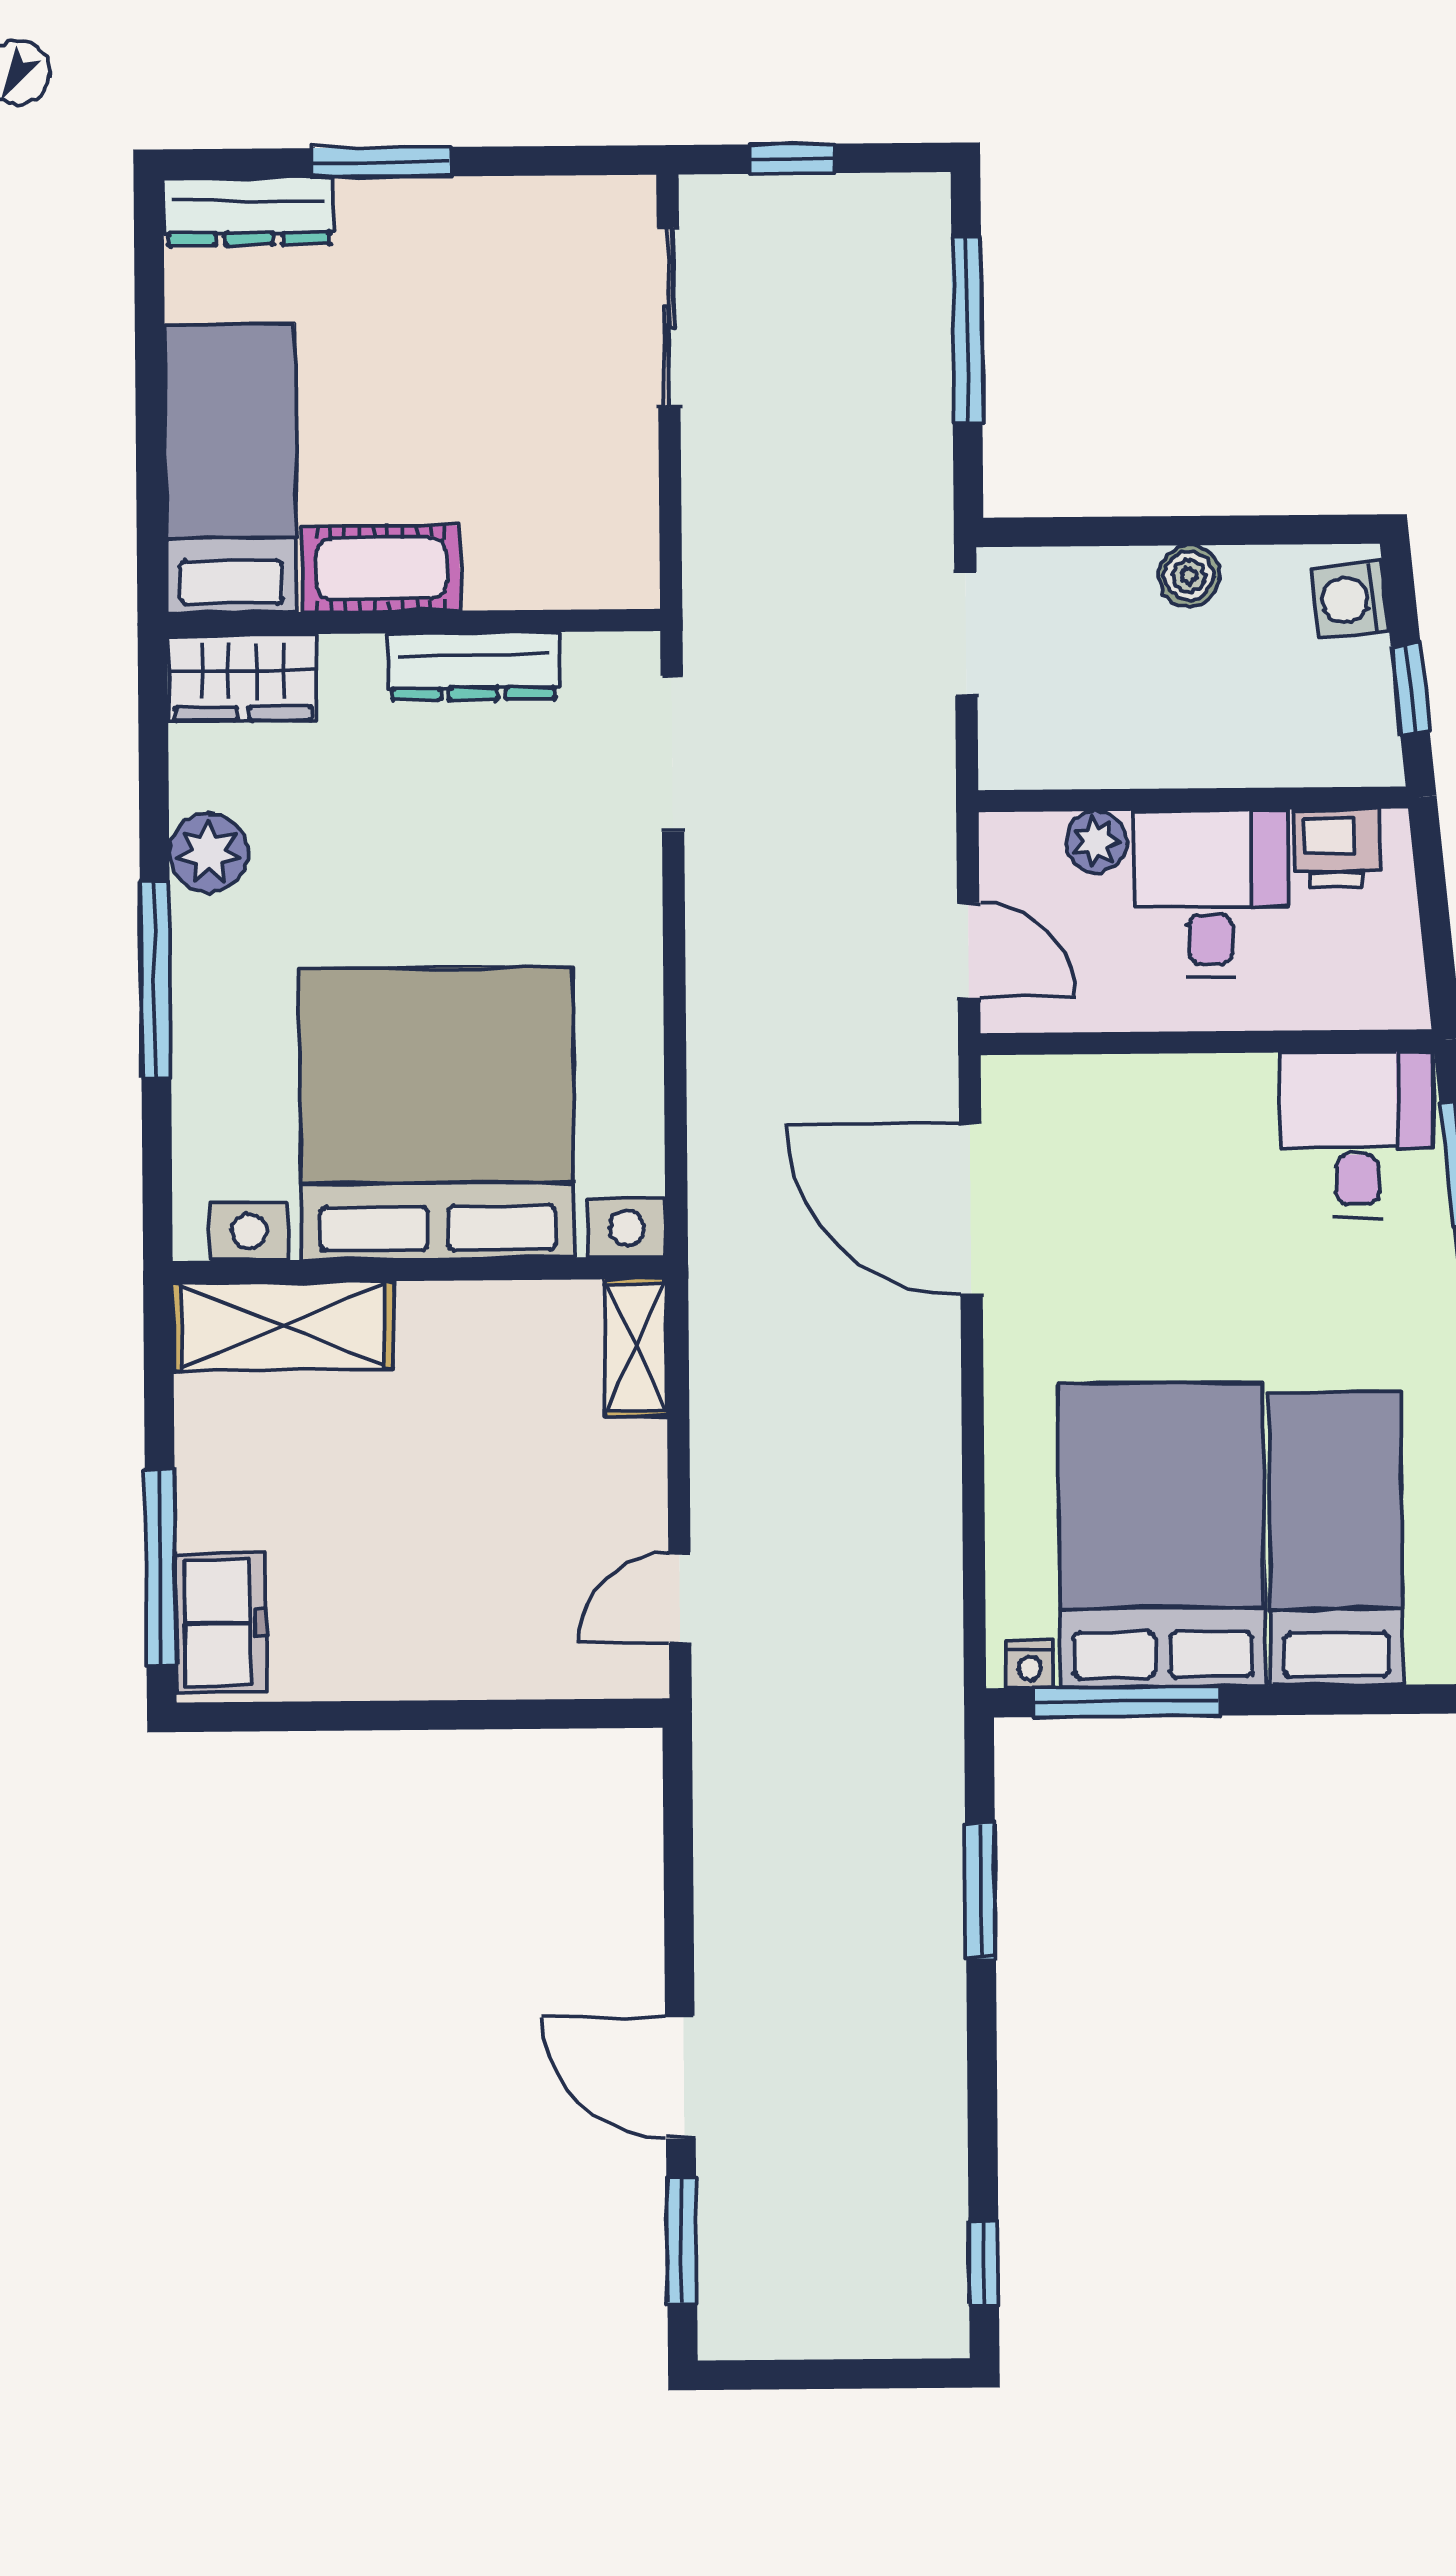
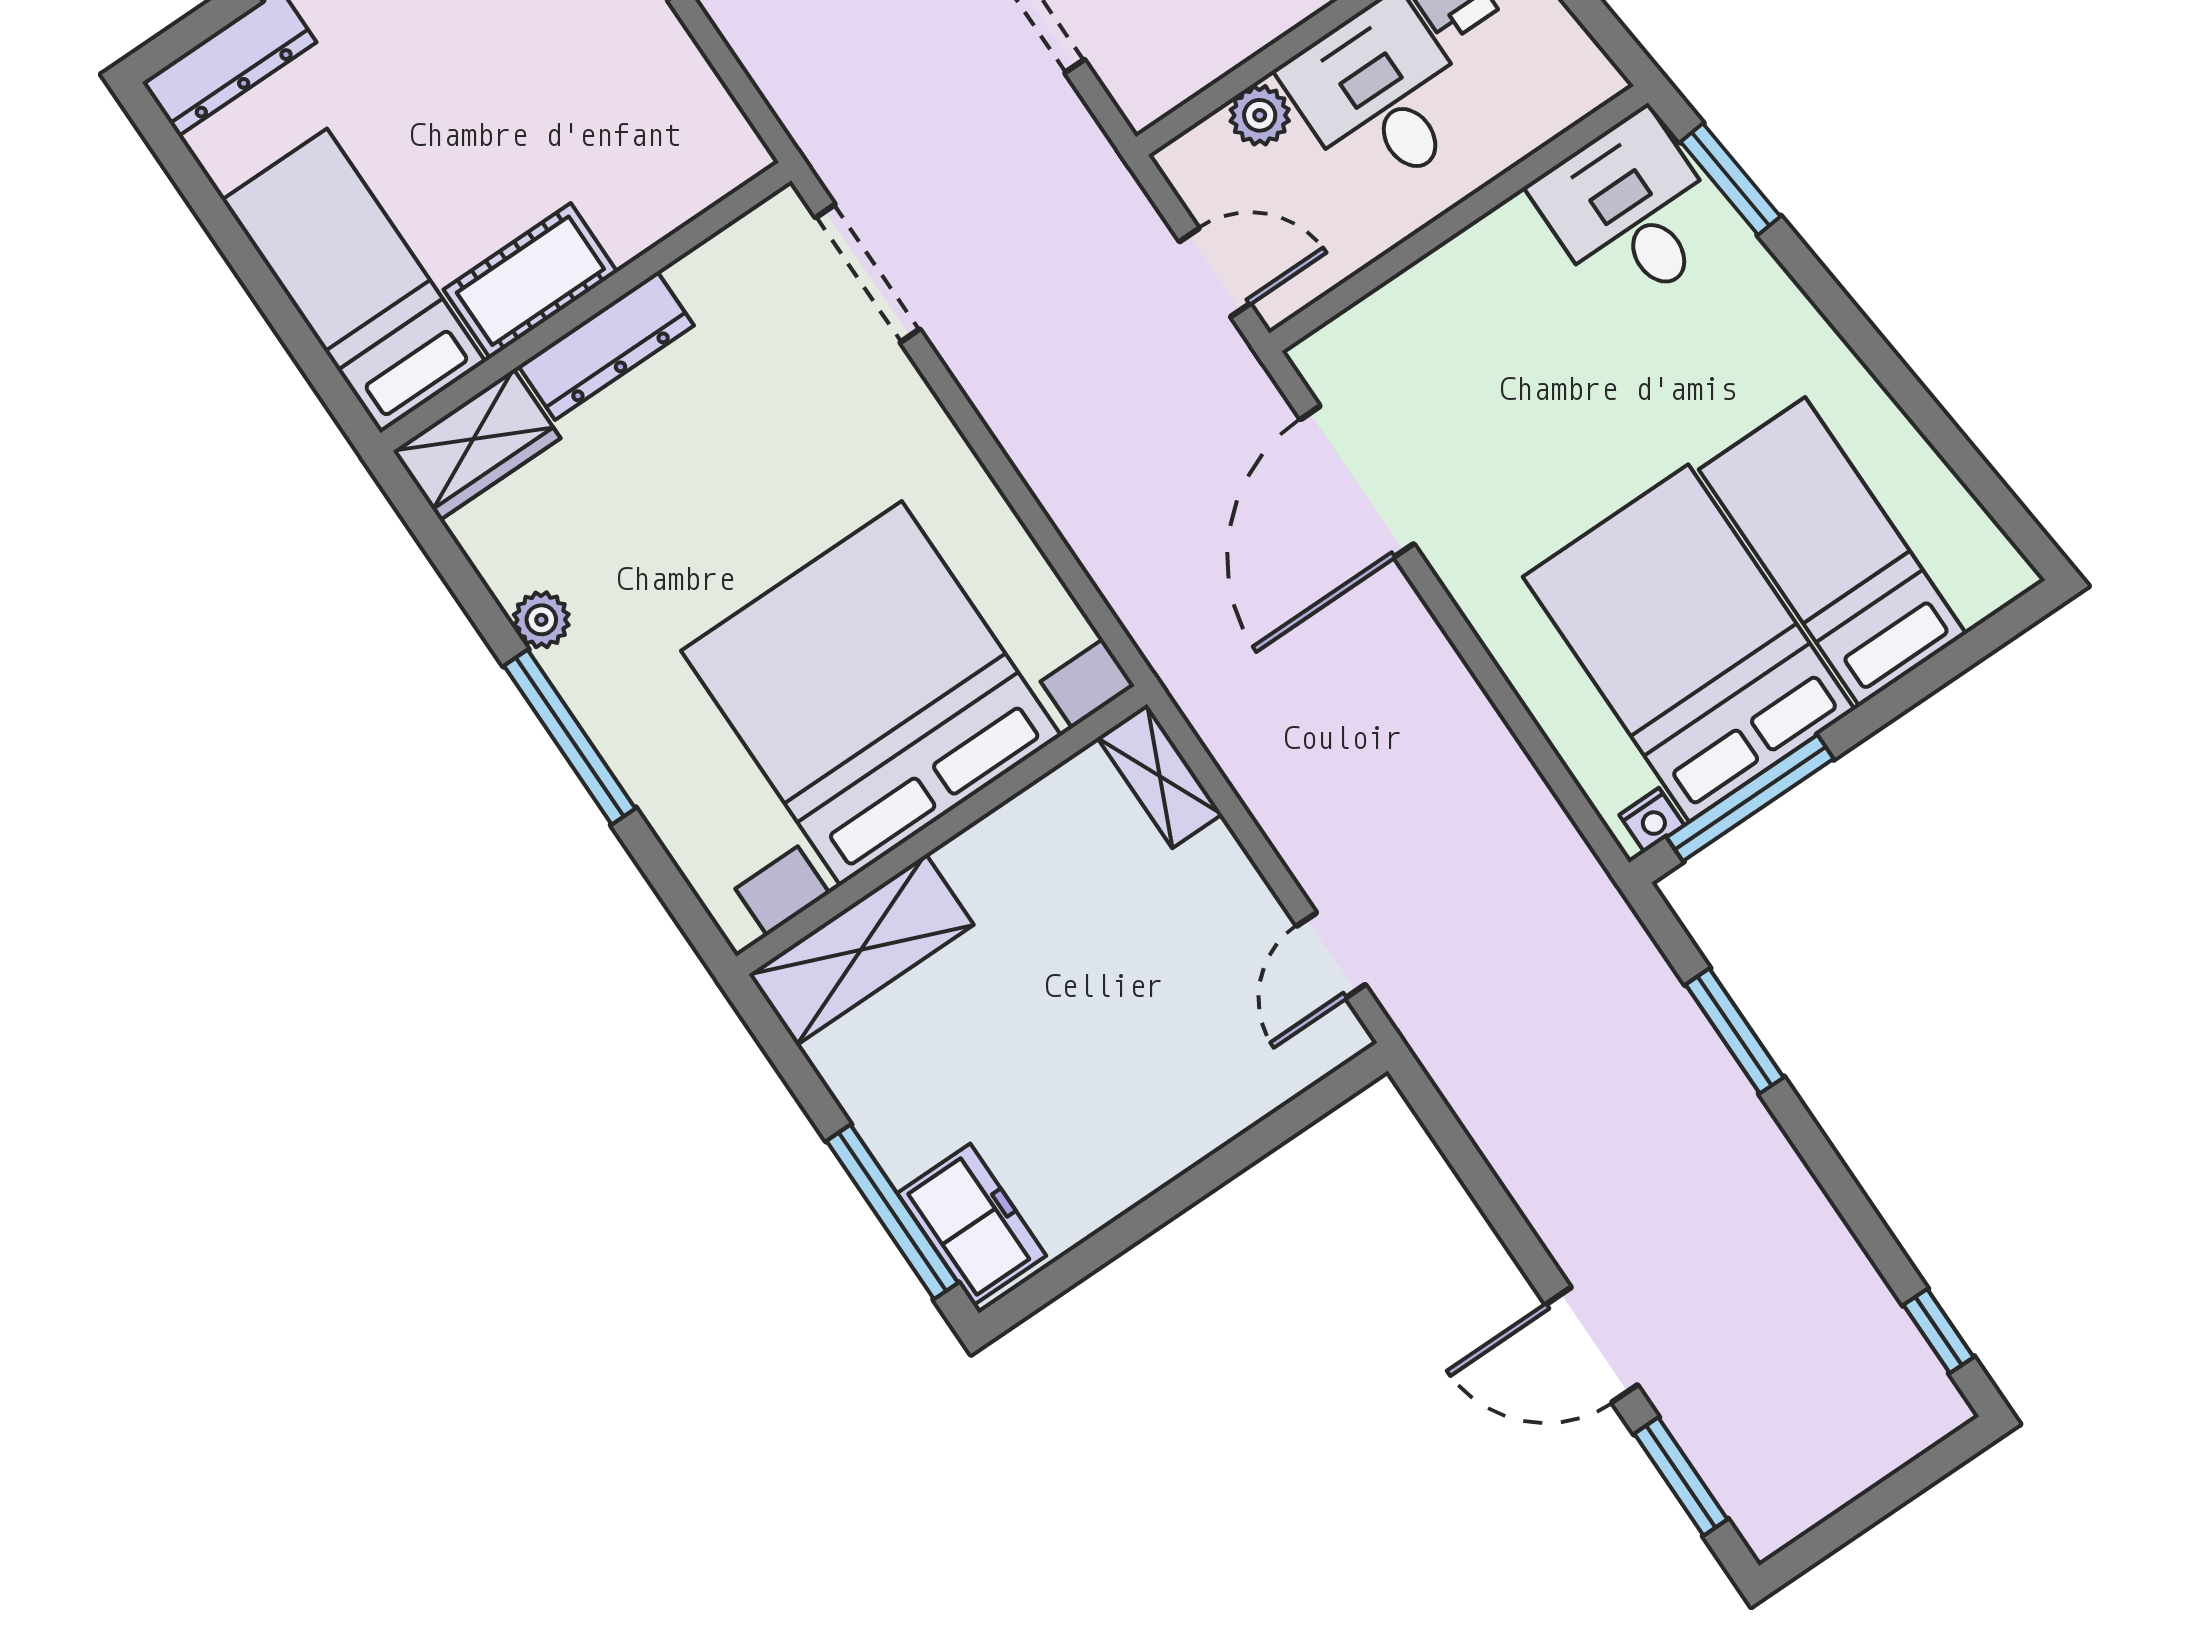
dresser: (473, 666) -> (606, 346), moved
plant: (209, 853) -> (541, 620), width x0.73, depth x0.73
door: (971, 1209) -> (1357, 482), hinge flipped

